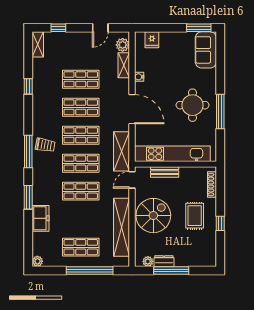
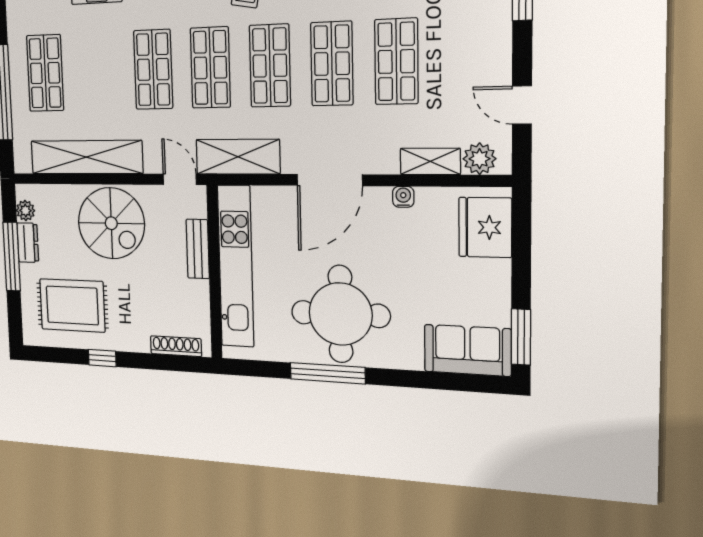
fridge: (152, 40) -> (485, 227), width x1.88, depth x1.34
round table: (192, 105) -> (340, 314), width x1.36, depth x1.36
rug: (195, 216) -> (72, 305), moved, width x1.36, depth x1.43

